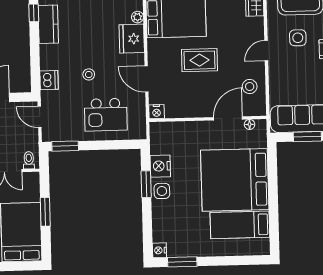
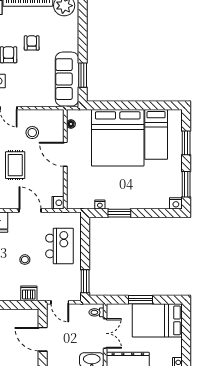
door: (147, 79) -> (30, 211), swing flipped
stool: (250, 87) -> (32, 133), moved
door: (40, 117) -> (60, 302), hinge flipped
door: (228, 118) -> (65, 154), moved
nightstand: (160, 166) -> (100, 205), width x0.53, depth x0.56
side table: (162, 191) -> (126, 200), removed
window: (231, 261) -> (186, 143), added

